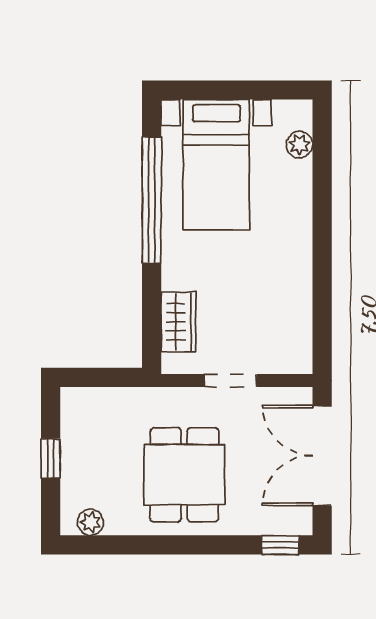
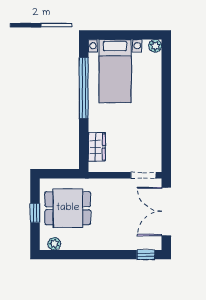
plant: (299, 145) -> (155, 46), moved
doorway: (230, 381) -> (143, 175), moved
dining table: (184, 475) -> (68, 208), moved, turned 90

